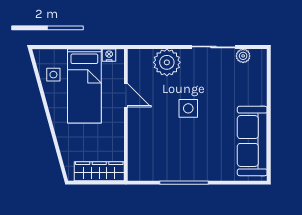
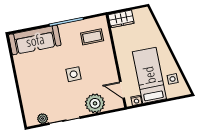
door: (126, 95) -> (122, 90), moved
sofa: (252, 141) -> (35, 40), moved, turned 90
coffee table: (153, 155) -> (92, 37), added
wardrobe: (99, 171) -> (121, 19), width x0.67

